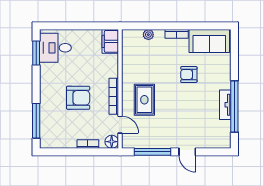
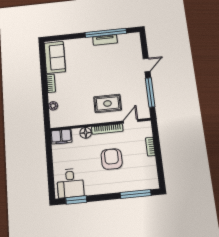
armchair: (189, 75) -> (83, 70), removed
floor lamp: (112, 142) -> (86, 133), moved

